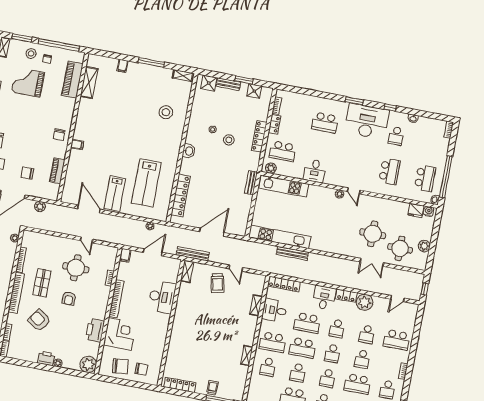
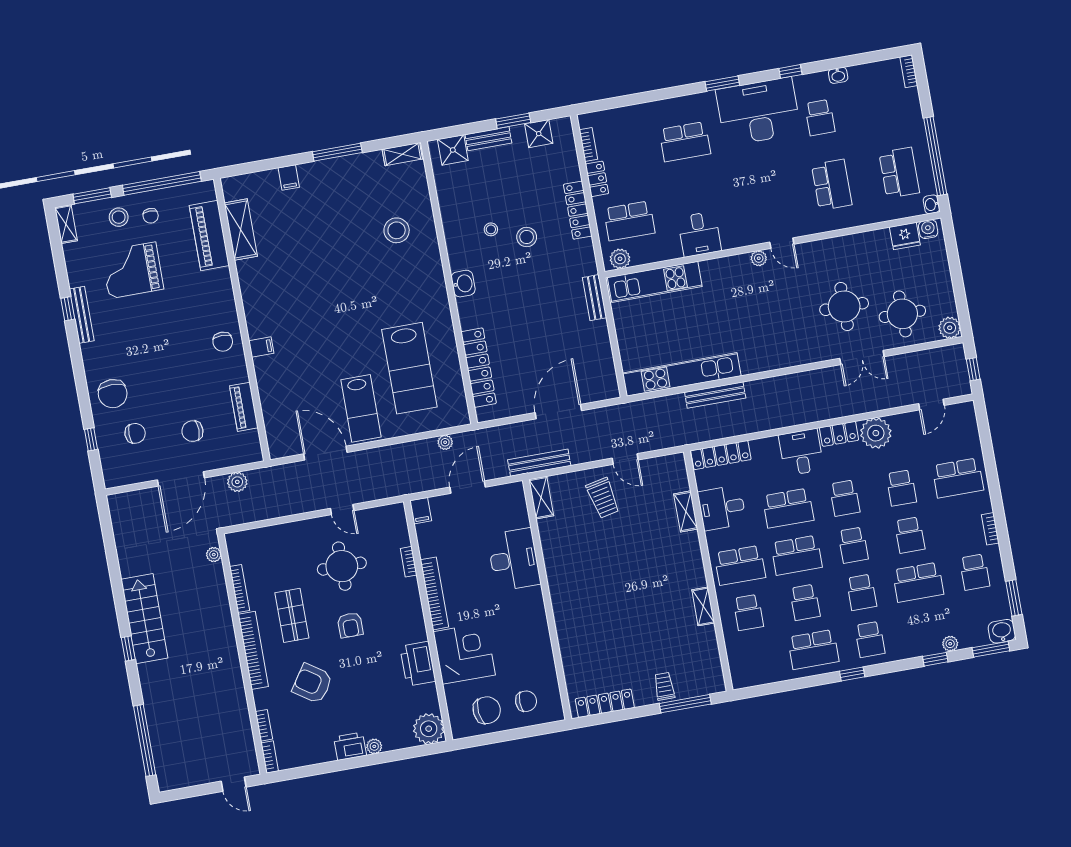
plant: (424, 246) -> (950, 328), moved

